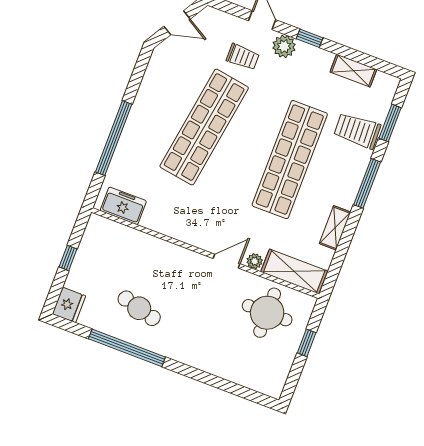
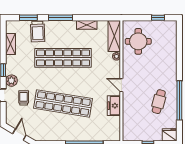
freezer: (123, 206) -> (114, 106), moved
door: (227, 261) -> (121, 85), moved
window: (307, 343) -> (158, 18), moved

